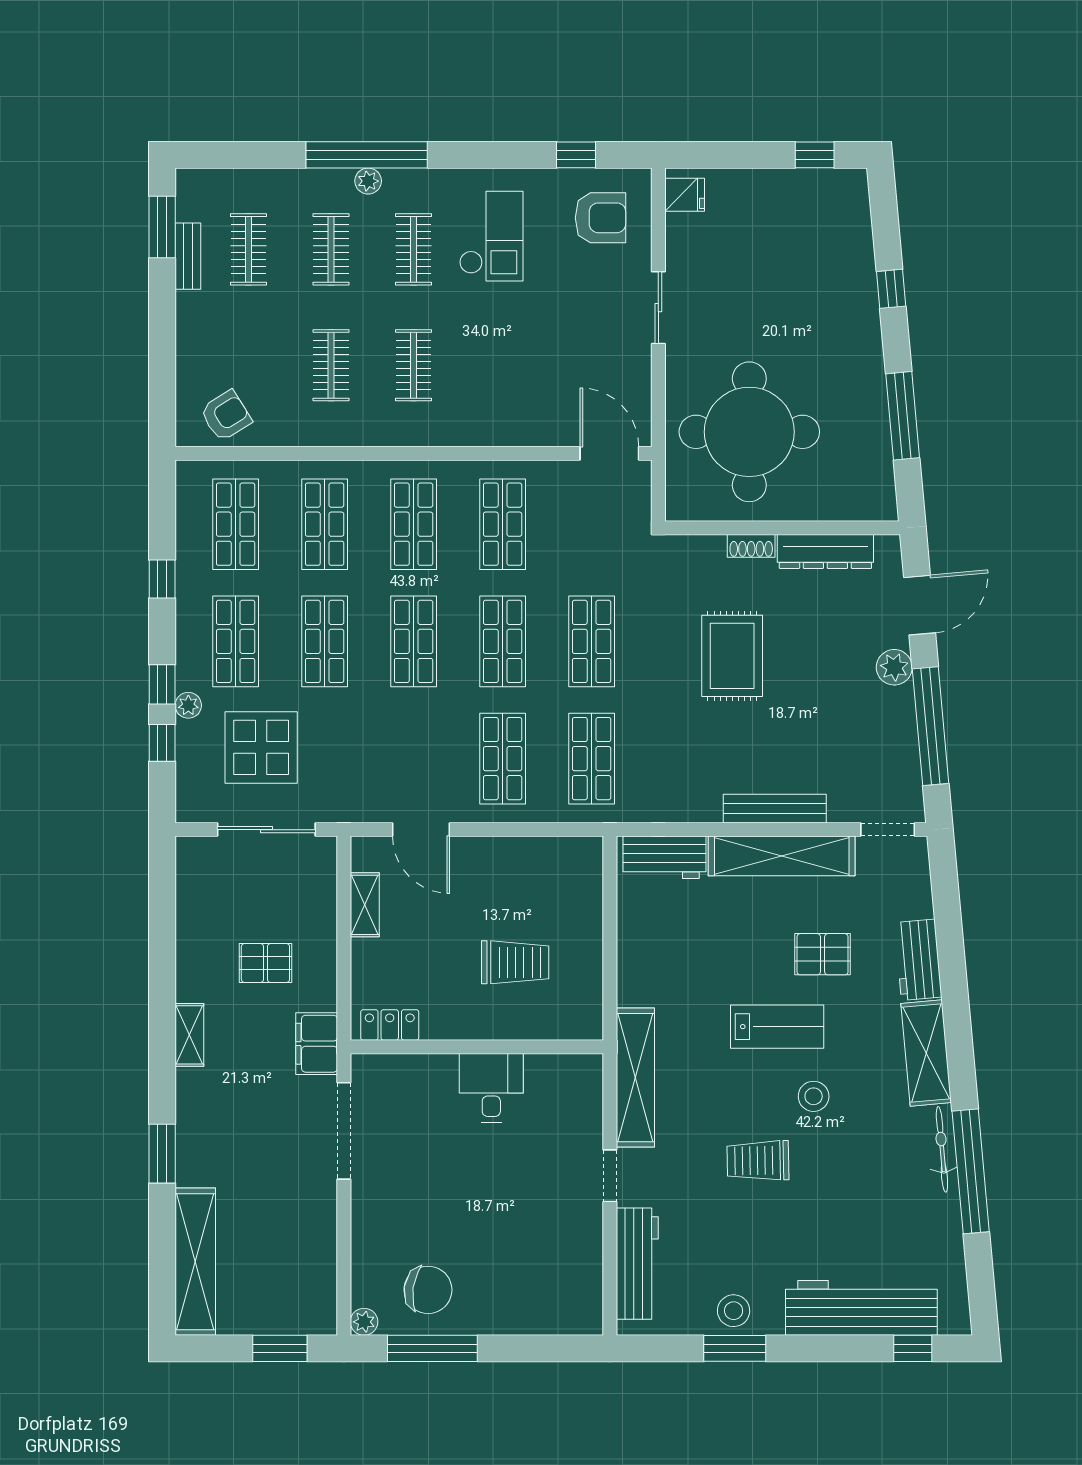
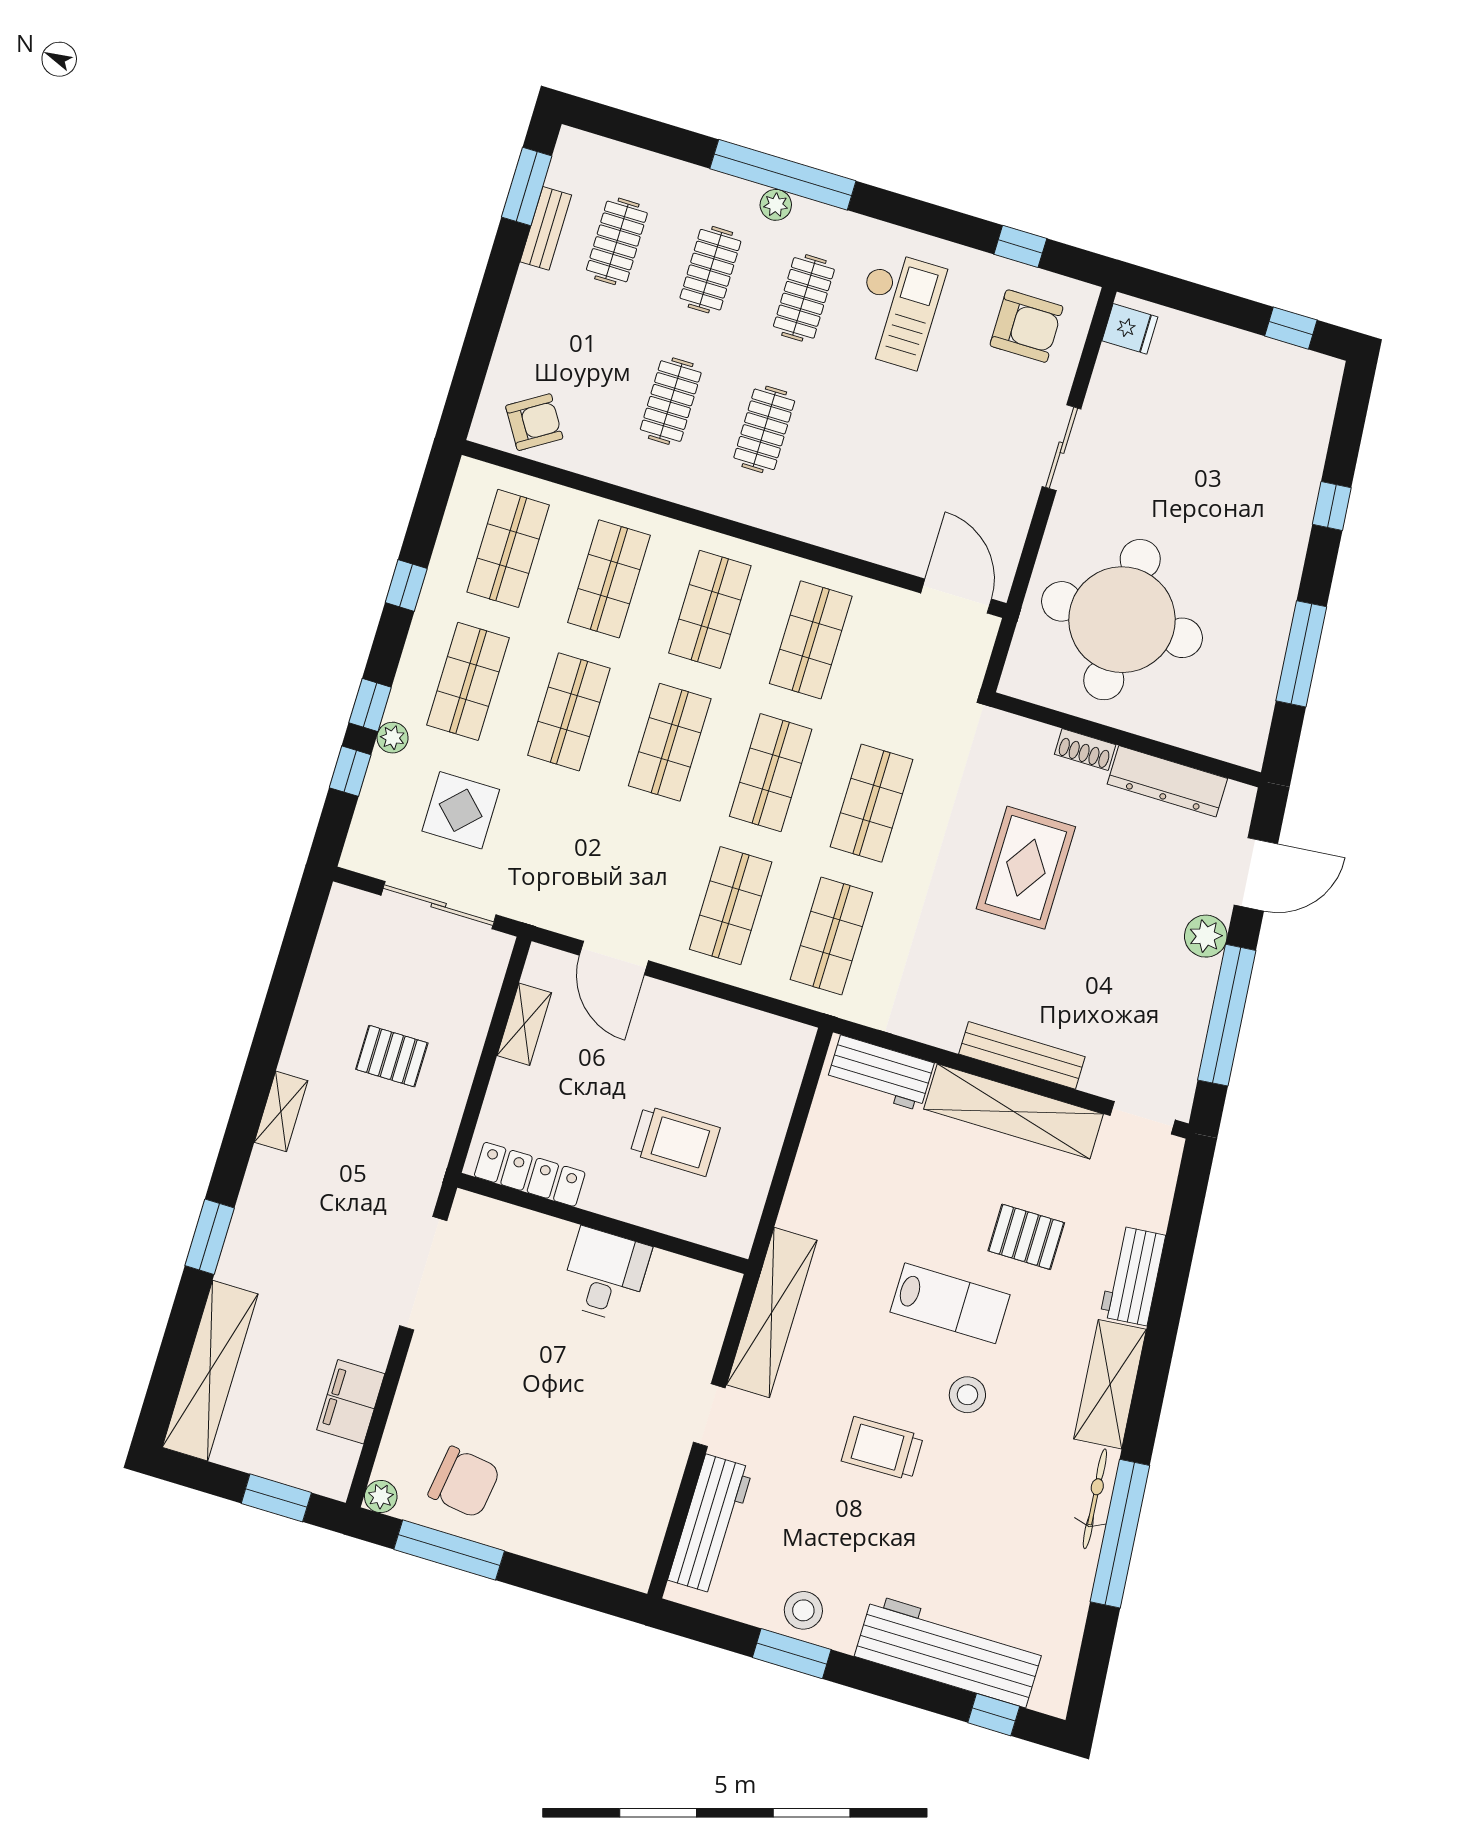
display table: (261, 747) -> (461, 810), width x0.73, depth x0.73
locker: (390, 1025) -> (530, 1174), width x1.53
filing cabinet: (317, 1044) -> (351, 1402), moved

